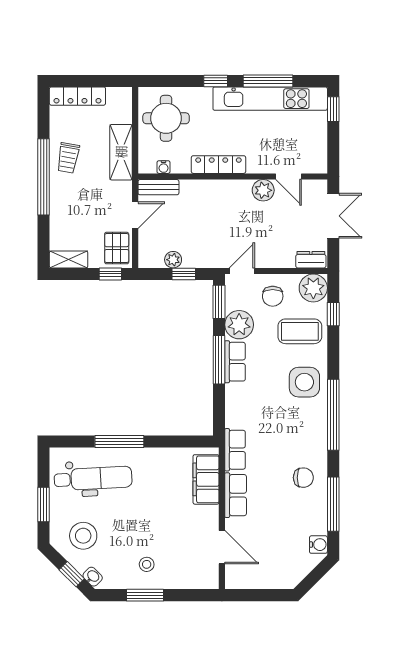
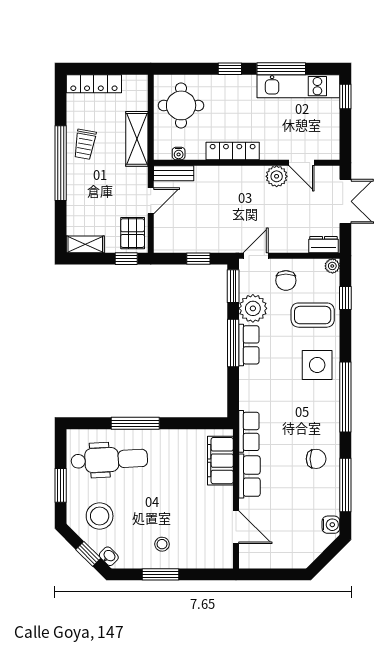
kitchen unit: (270, 99) -> (298, 86), width x0.73
plant: (173, 260) -> (188, 245), removed
plant: (313, 288) -> (332, 266), width x0.53, depth x0.53

